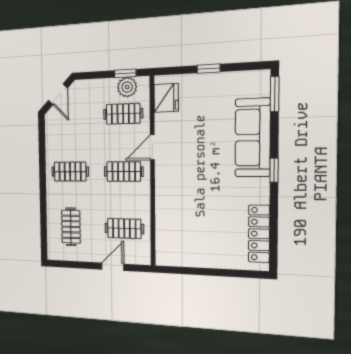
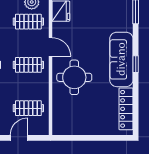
sofa: (253, 138) -> (121, 59), moved
door: (152, 147) -> (50, 47), swing flipped
round table: (185, 189) -> (74, 77), added

